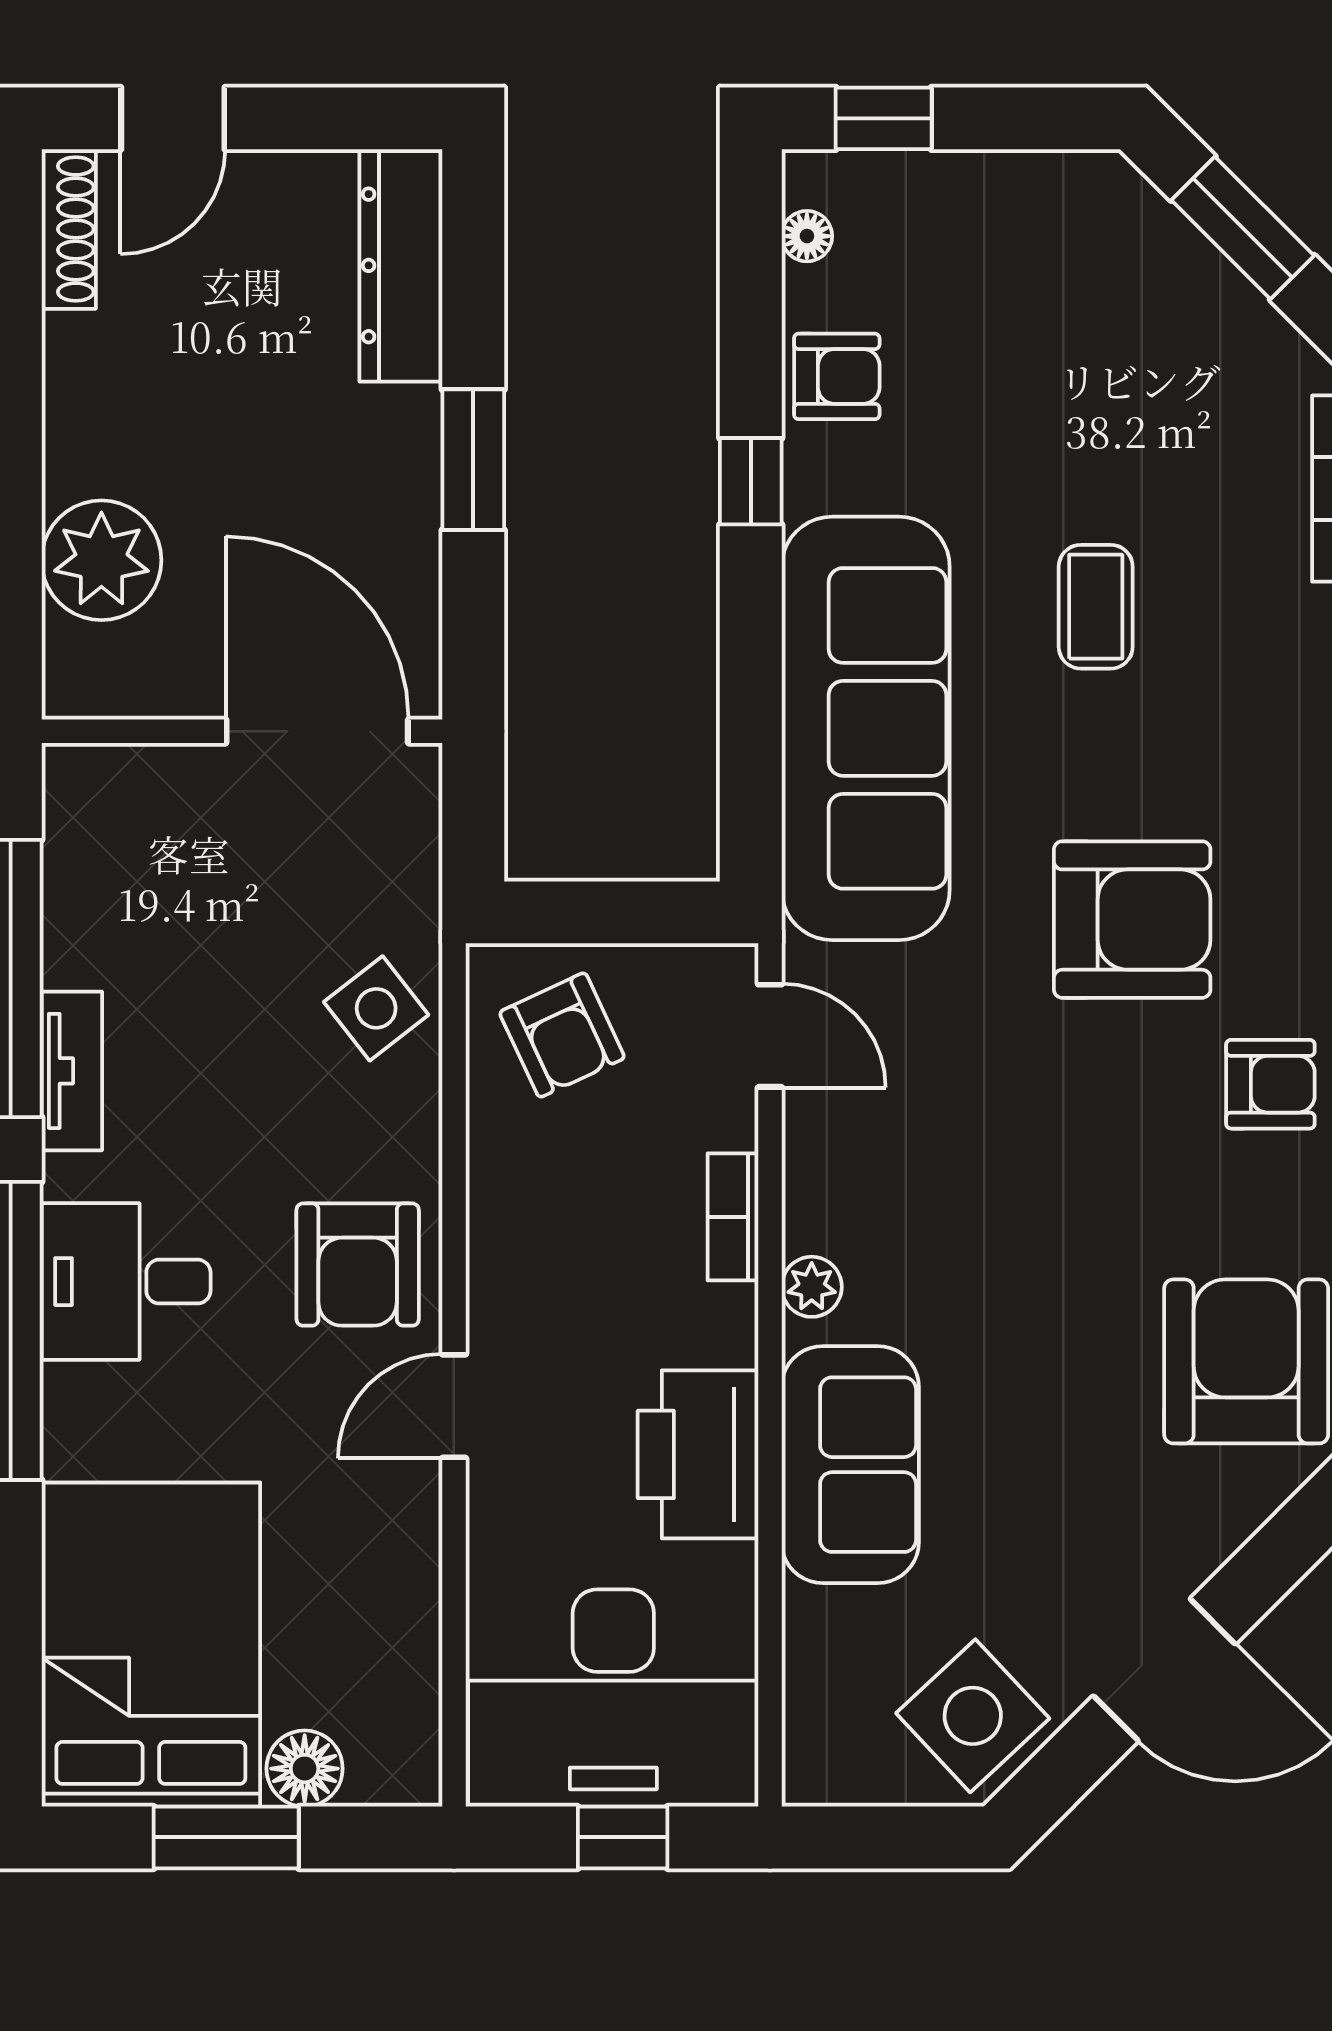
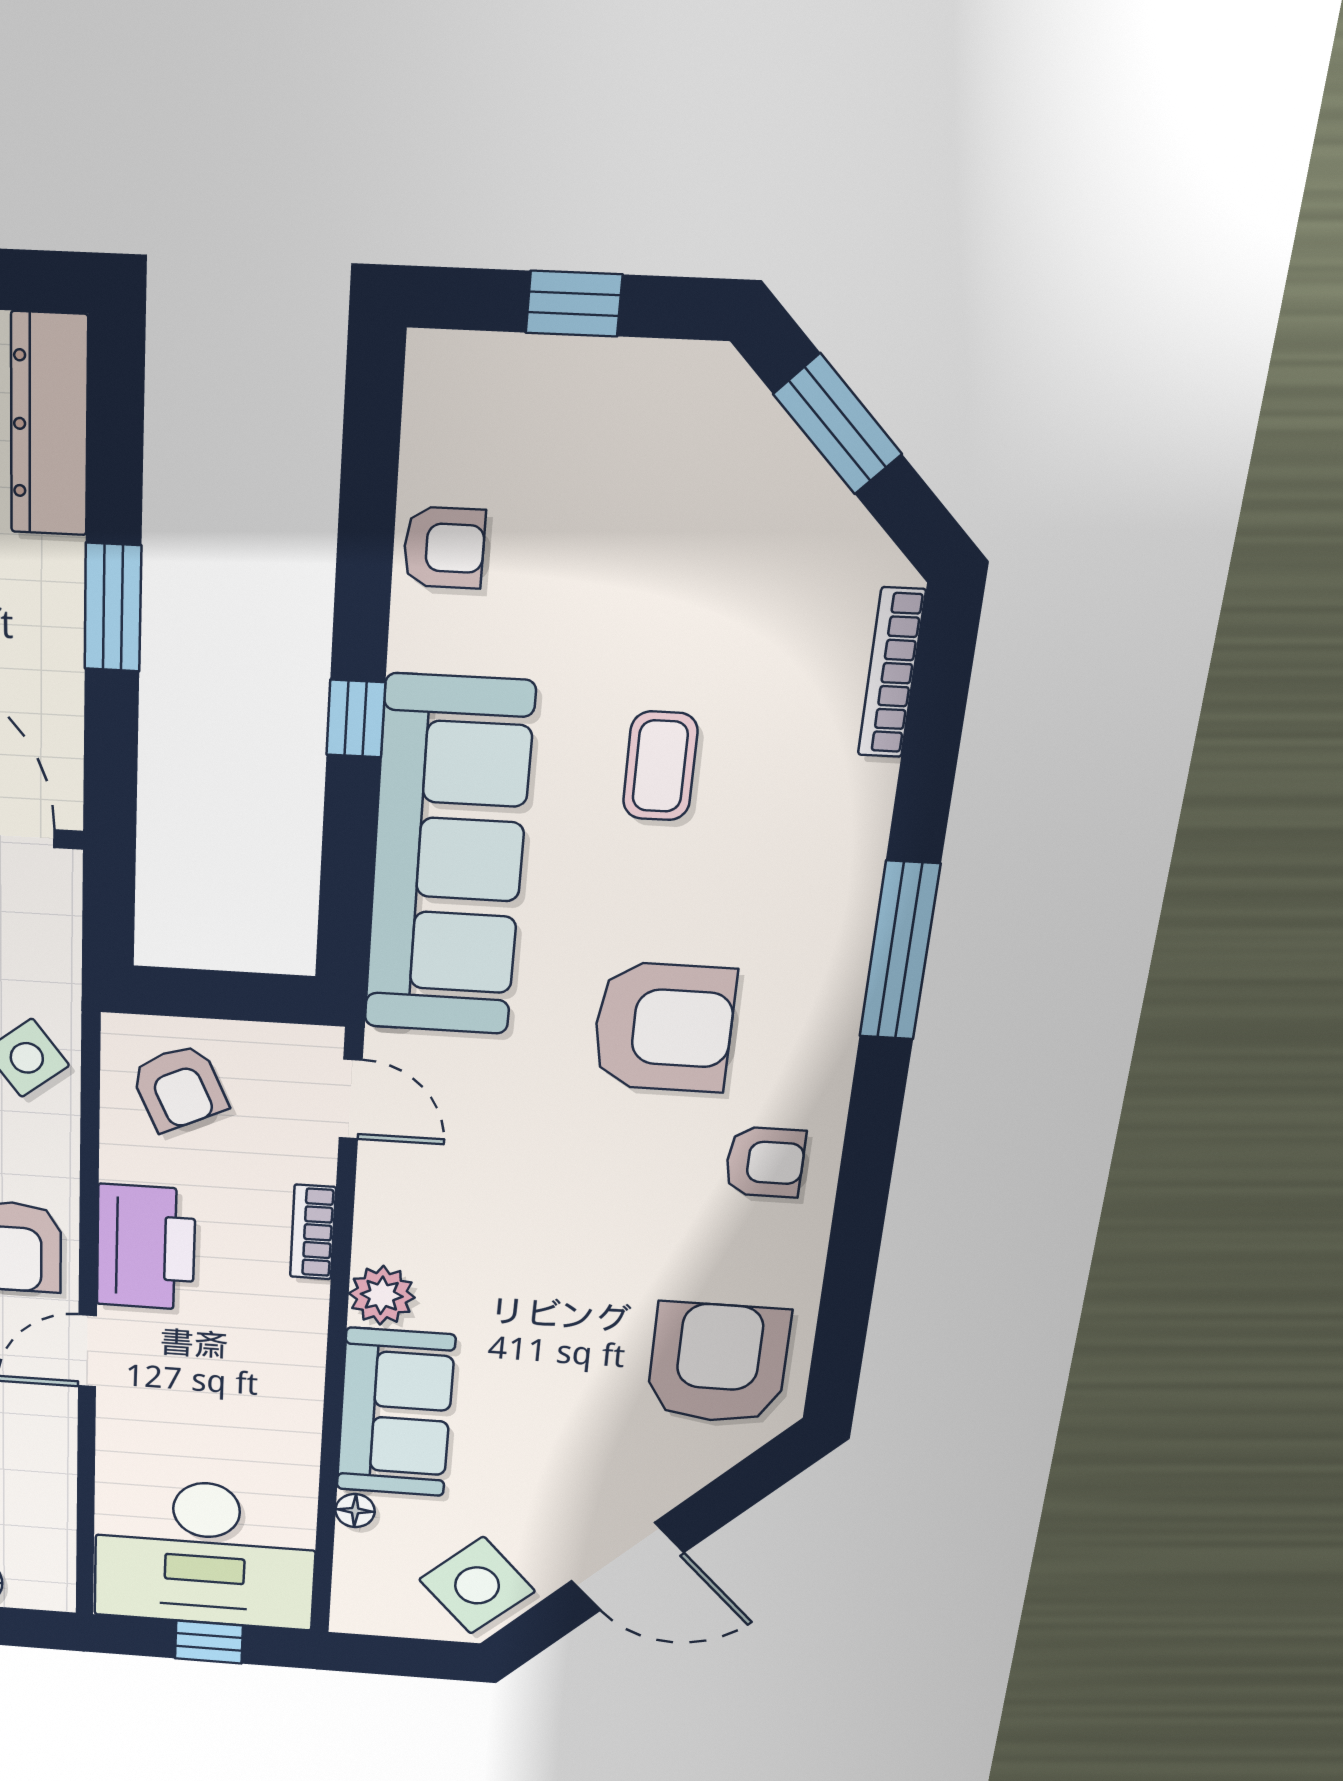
window: (884, 118) -> (574, 304), moved
floor lamp: (807, 236) -> (355, 1511), moved
window: (751, 481) -> (356, 719), moved
plant: (812, 1287) -> (382, 1295), width x1.38, depth x1.38
printer: (698, 1454) -> (146, 1247), moved, turned 180

